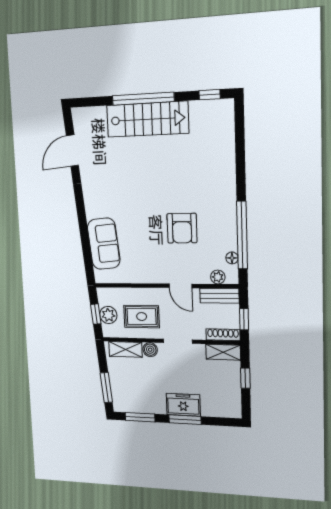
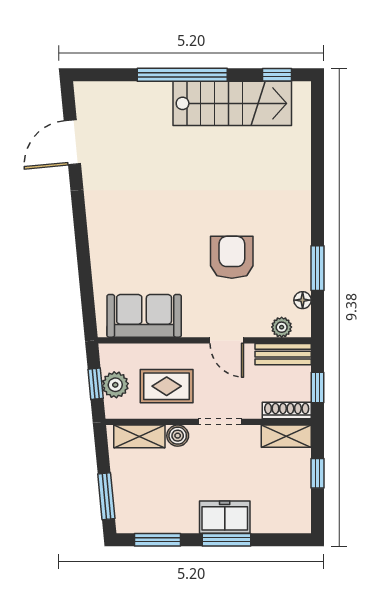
stairs: (147, 119) -> (232, 103), moved
armchair: (182, 228) -> (232, 257), turned 180
window: (242, 235) -> (317, 268), width x0.47
sofa: (104, 244) -> (144, 316), moved, turned -85

